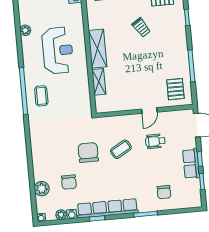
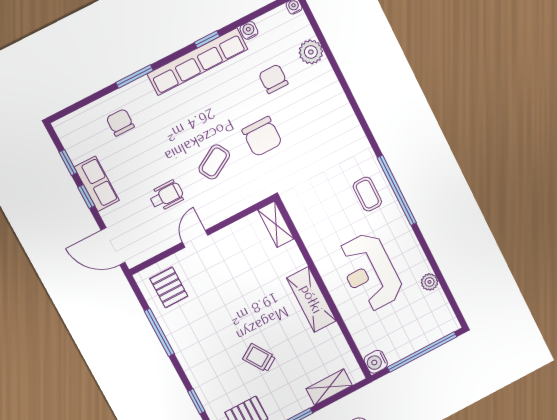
shelving: (99, 82) -> (276, 224), moved
plant: (61, 215) -> (265, 23), removed

